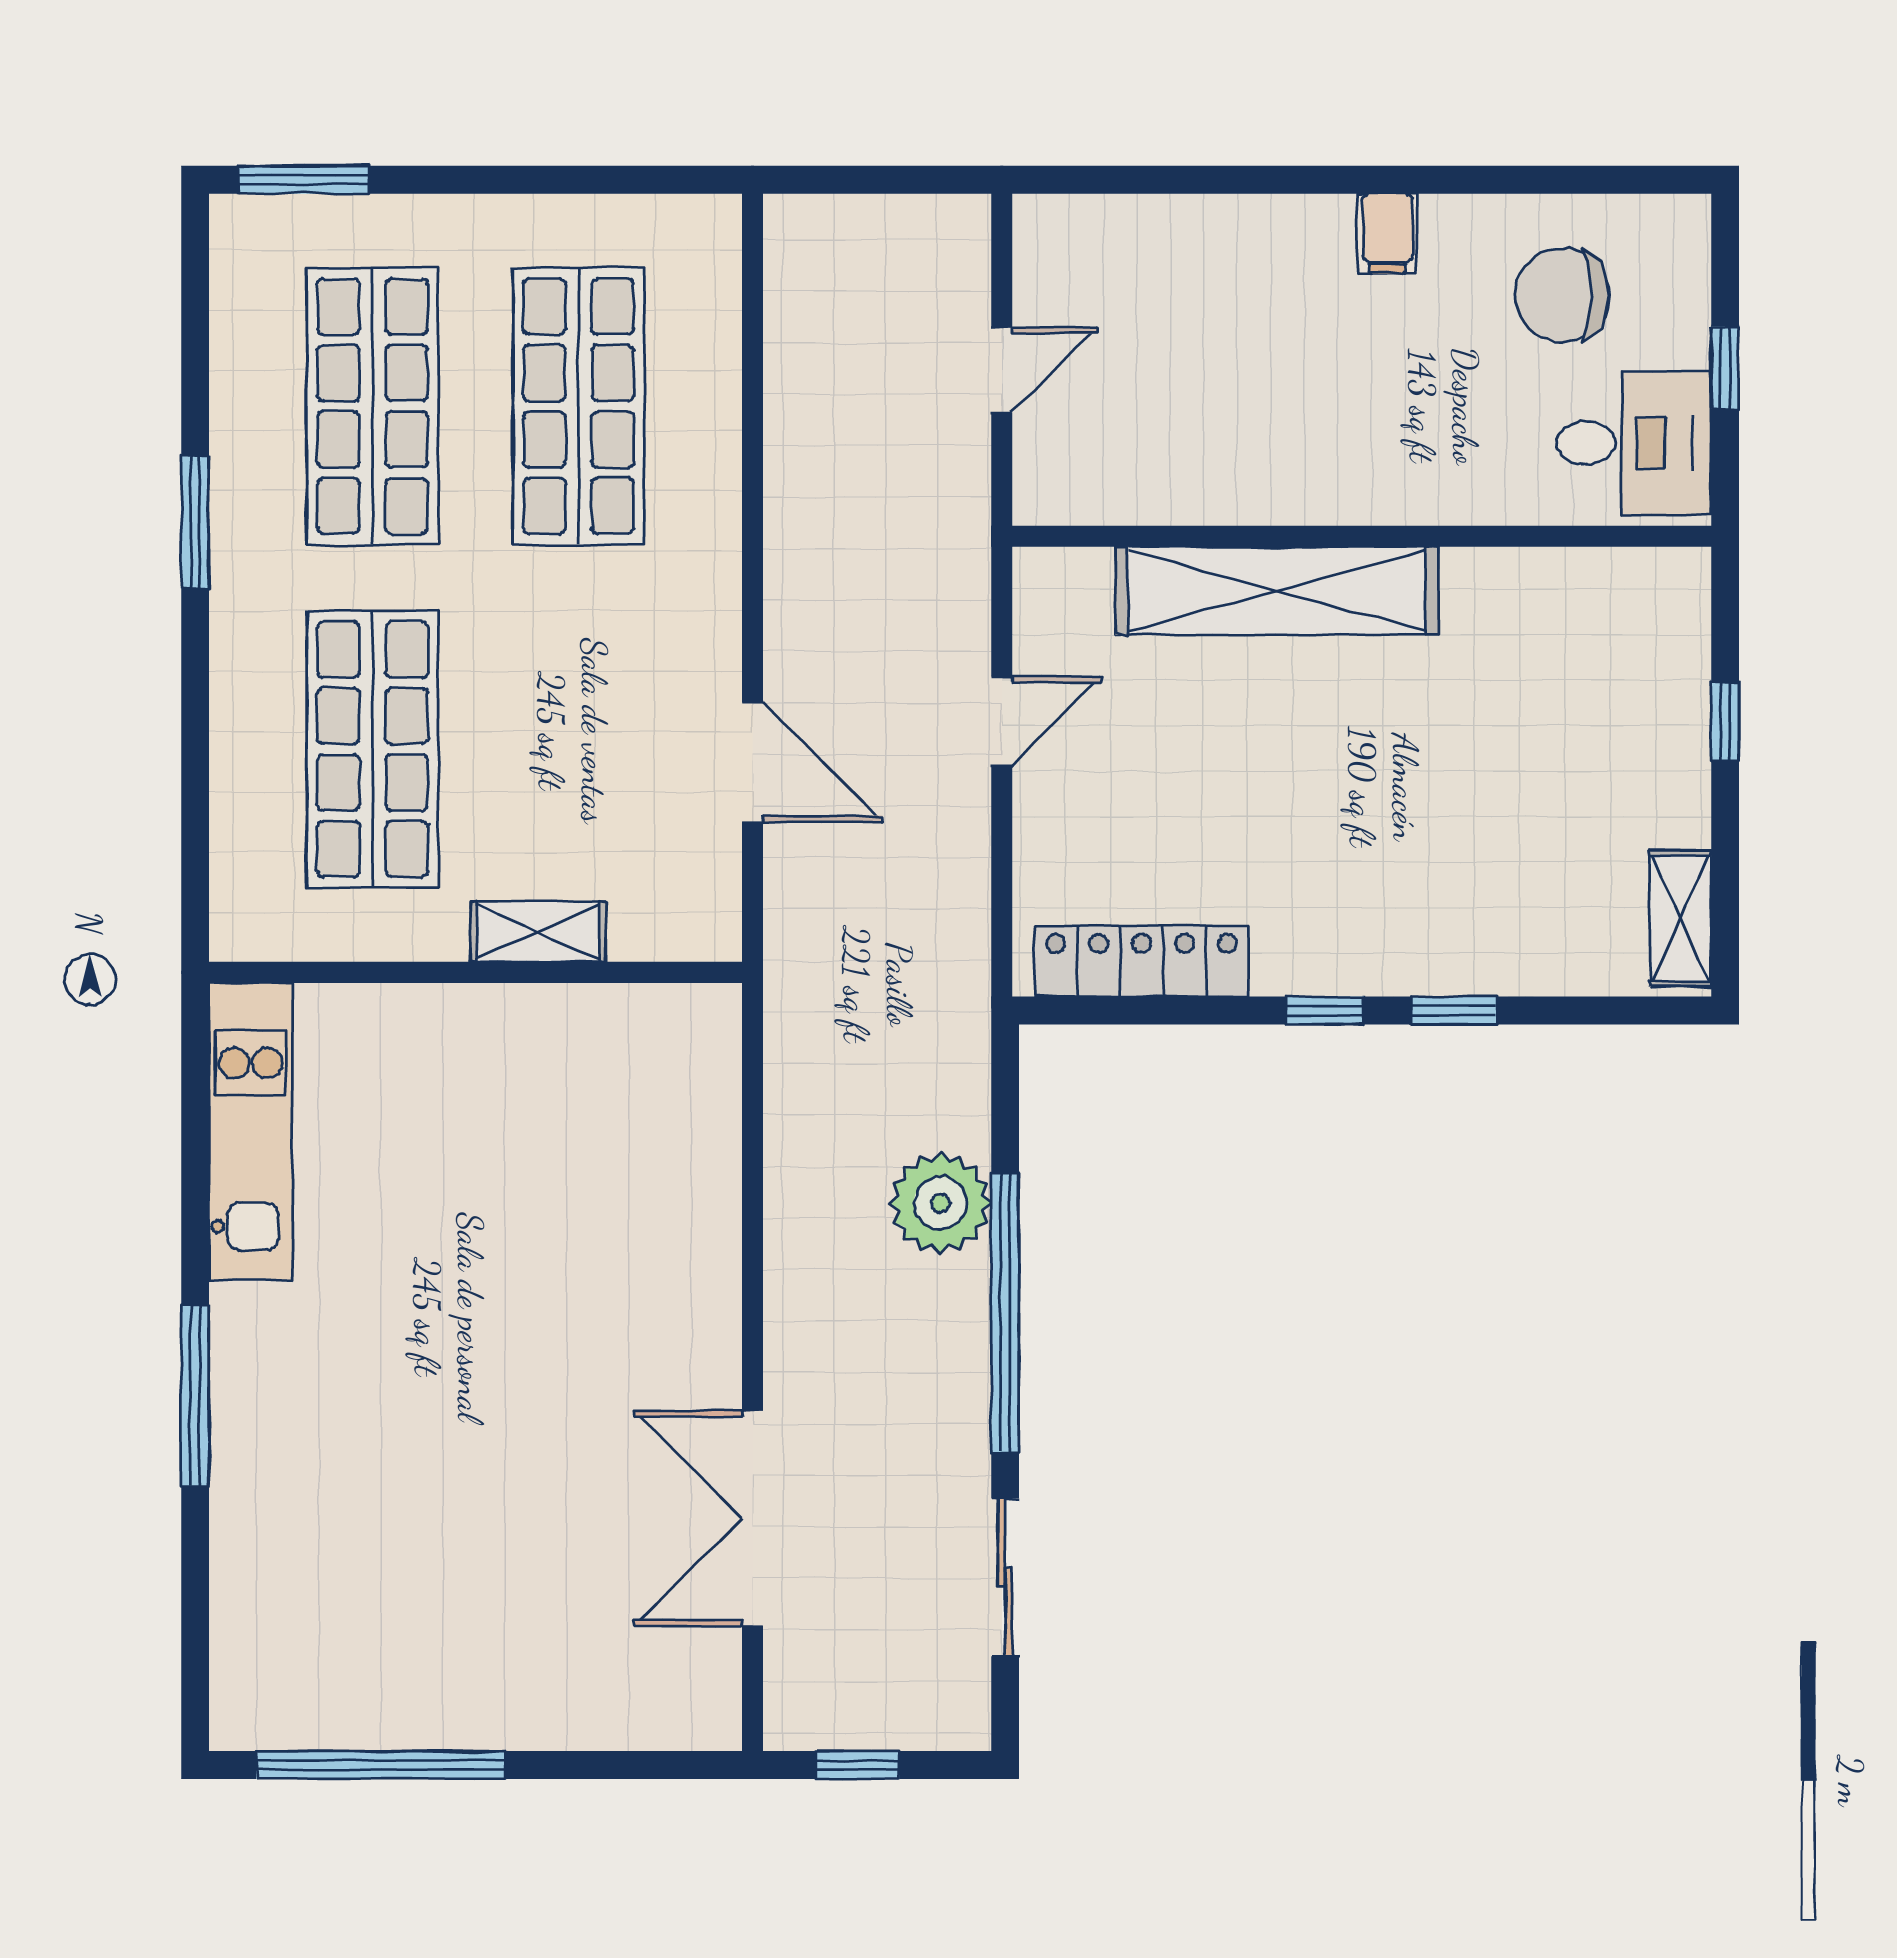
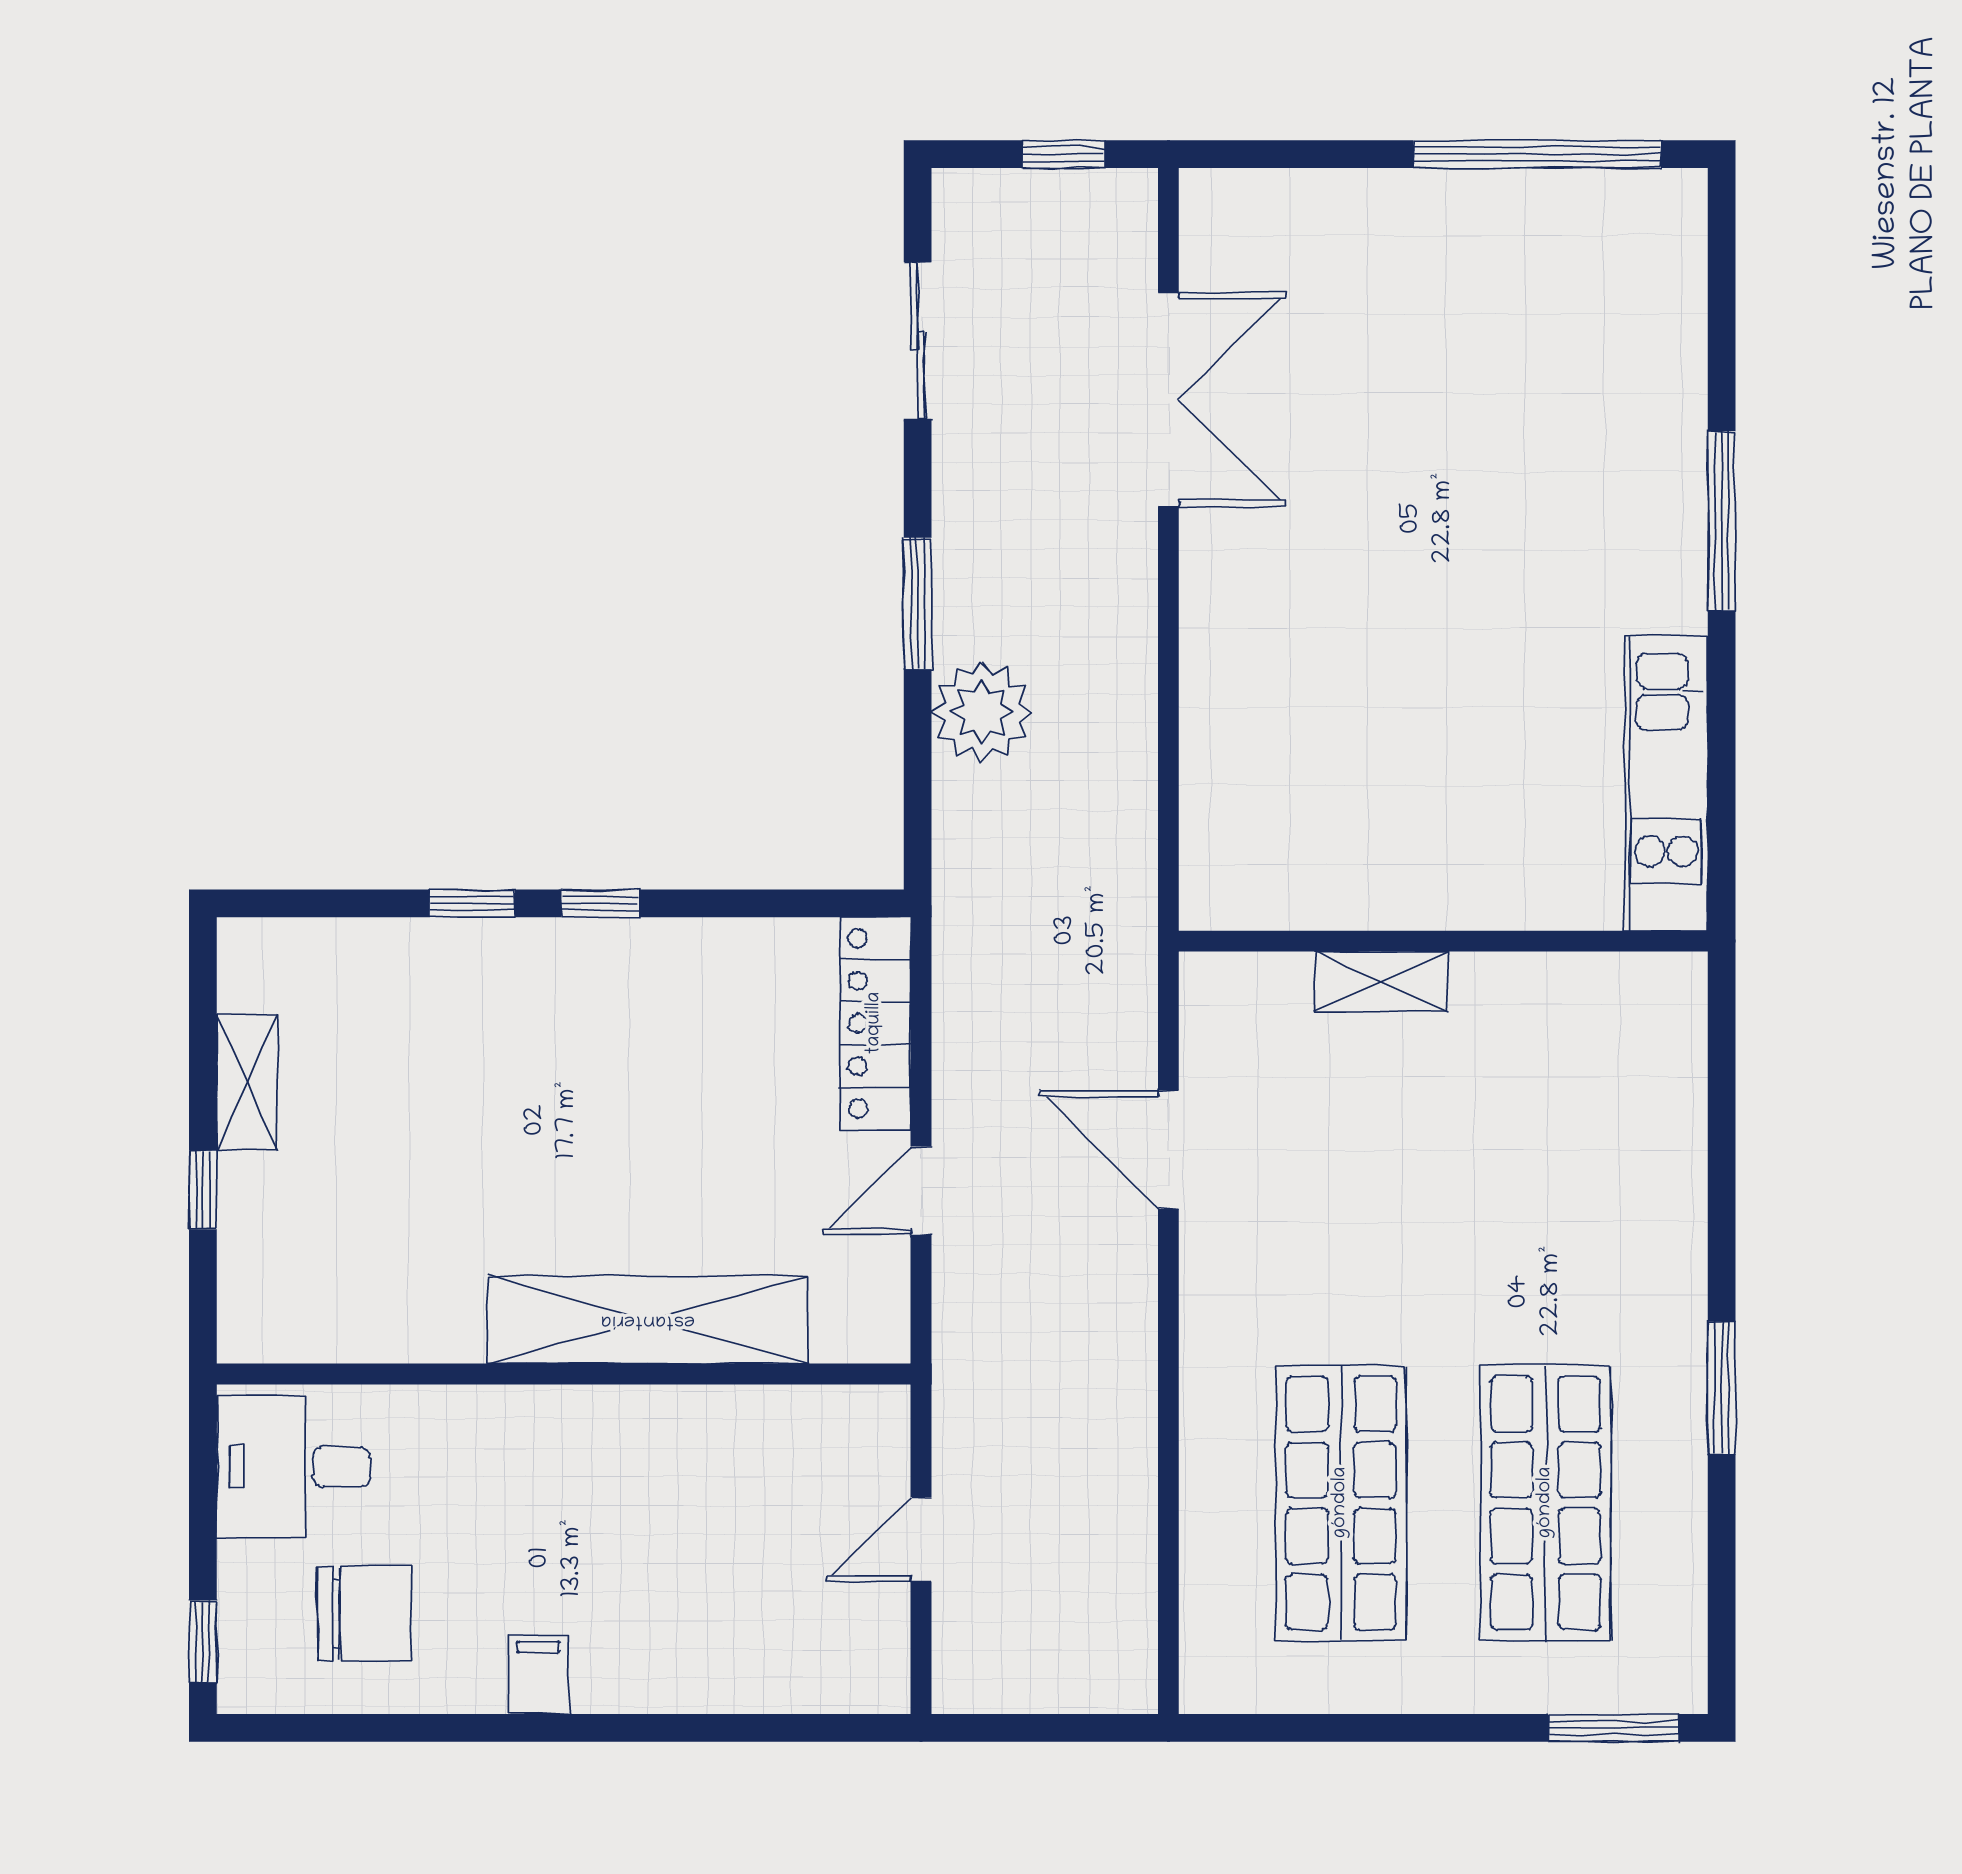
window: (1725, 368) -> (203, 1641), moved
shop shelf: (373, 749) -> (1546, 1163), removed
shelving: (1681, 919) -> (247, 1083), moved
locker: (1142, 961) -> (875, 1023), moved, turned 90
window: (1005, 1313) -> (918, 603), width x0.47

